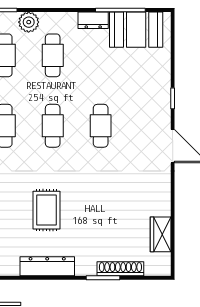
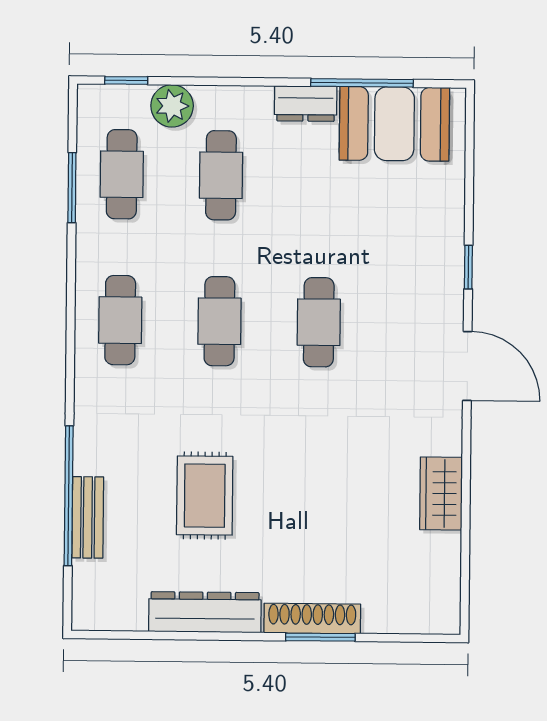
wardrobe: (161, 234) -> (441, 494), moved
shoe rack: (120, 269) -> (312, 618), moved

